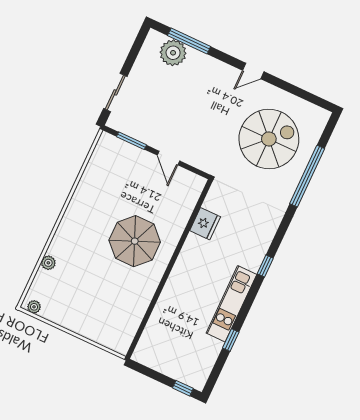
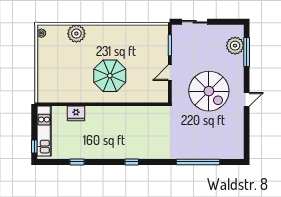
door: (253, 71) -> (247, 99), swing flipped
spiral stairs: (269, 139) -> (209, 91), moved
fridge: (205, 224) -> (76, 113), moved
plant: (48, 263) -> (76, 34), width x1.88, depth x1.88
kitchen unit: (231, 304) -> (44, 131), moved, turned 90

